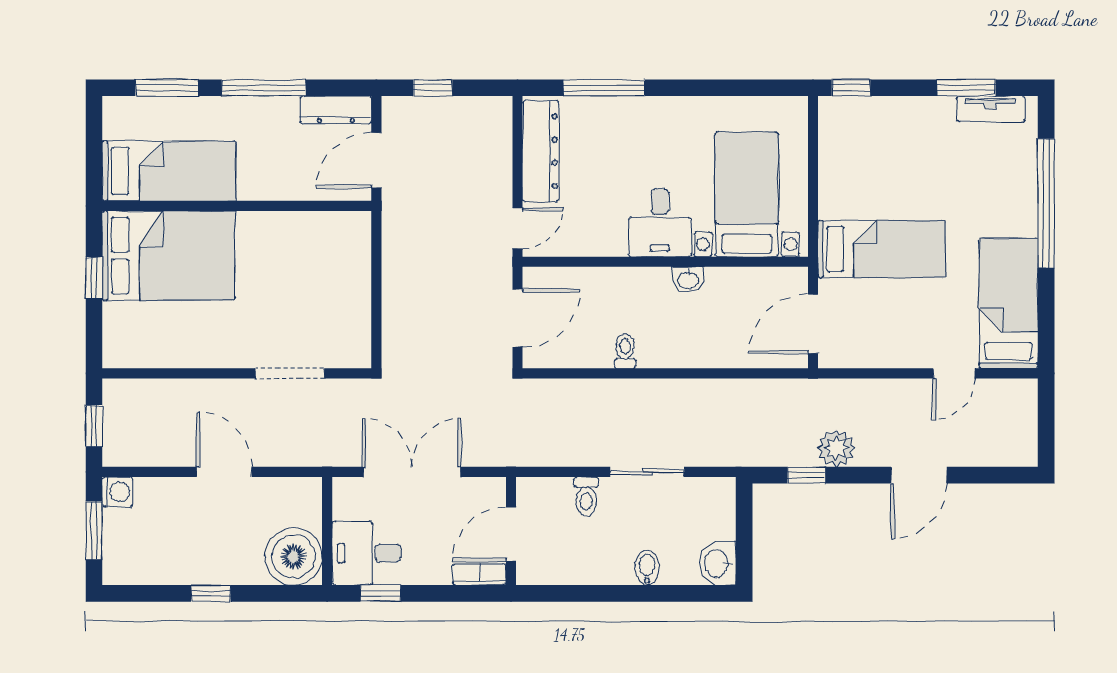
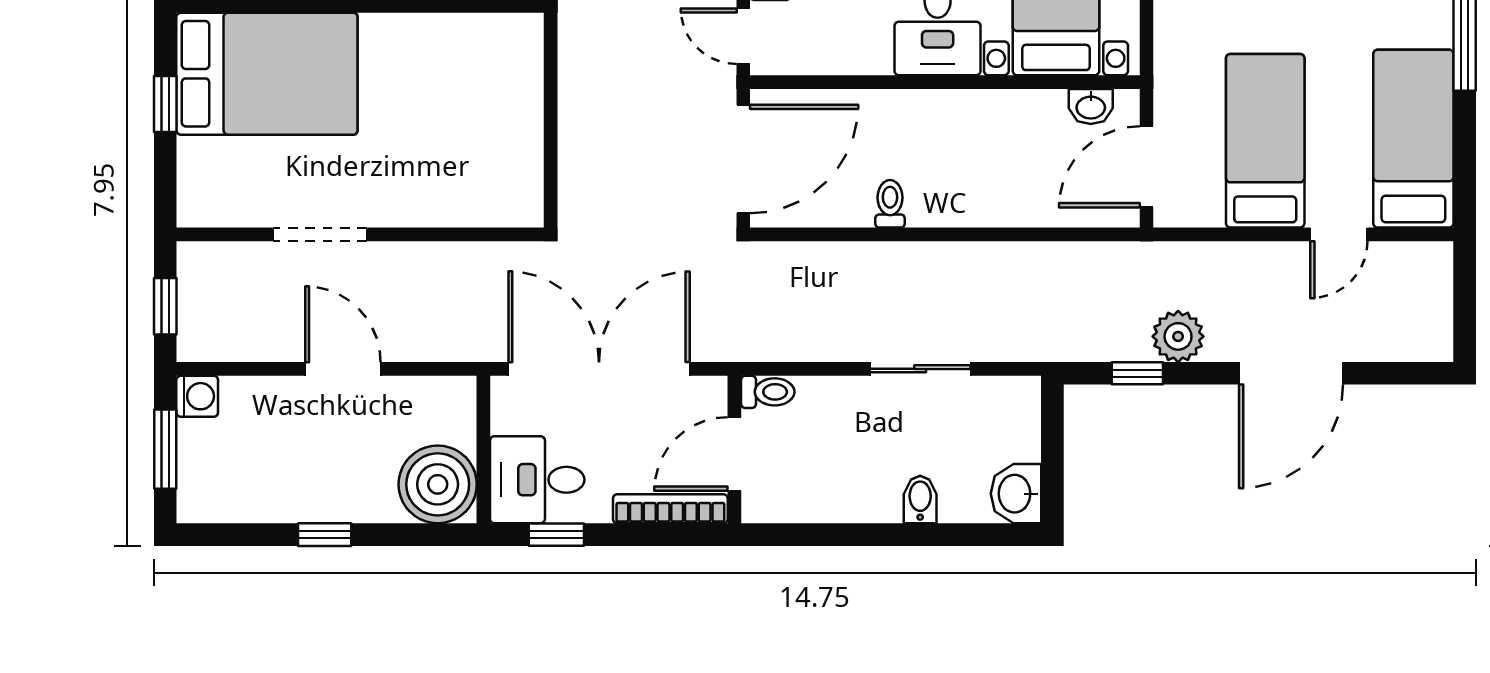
door: (518, 228) -> (743, 36), swing flipped
bed: (882, 249) -> (1265, 141), moved, turned -90
washbasin: (688, 280) -> (1091, 107), moved
door: (518, 318) -> (743, 159), width x1.36
doorway: (290, 373) -> (320, 234), moved
double door: (412, 472) -> (599, 369), width x1.36
door: (919, 475) -> (1291, 373), width x1.36
toilet: (586, 496) -> (768, 392), moved, turned -90
bookcase: (479, 574) -> (670, 509), width x1.56

